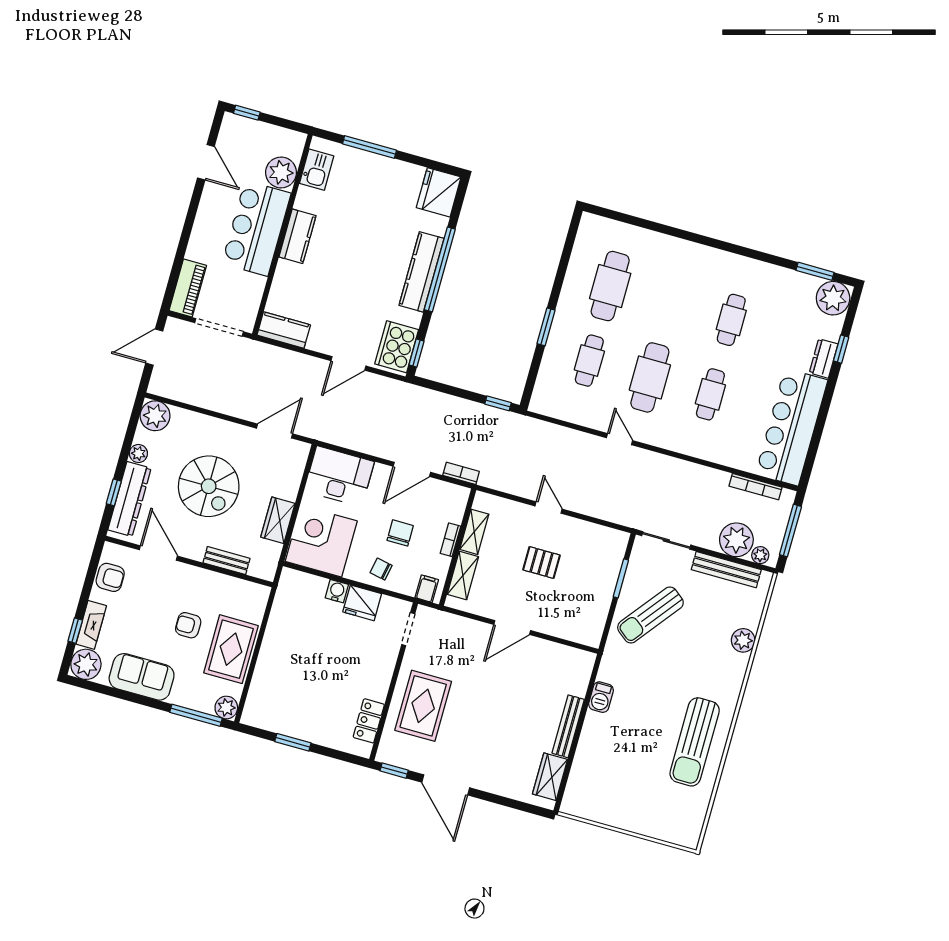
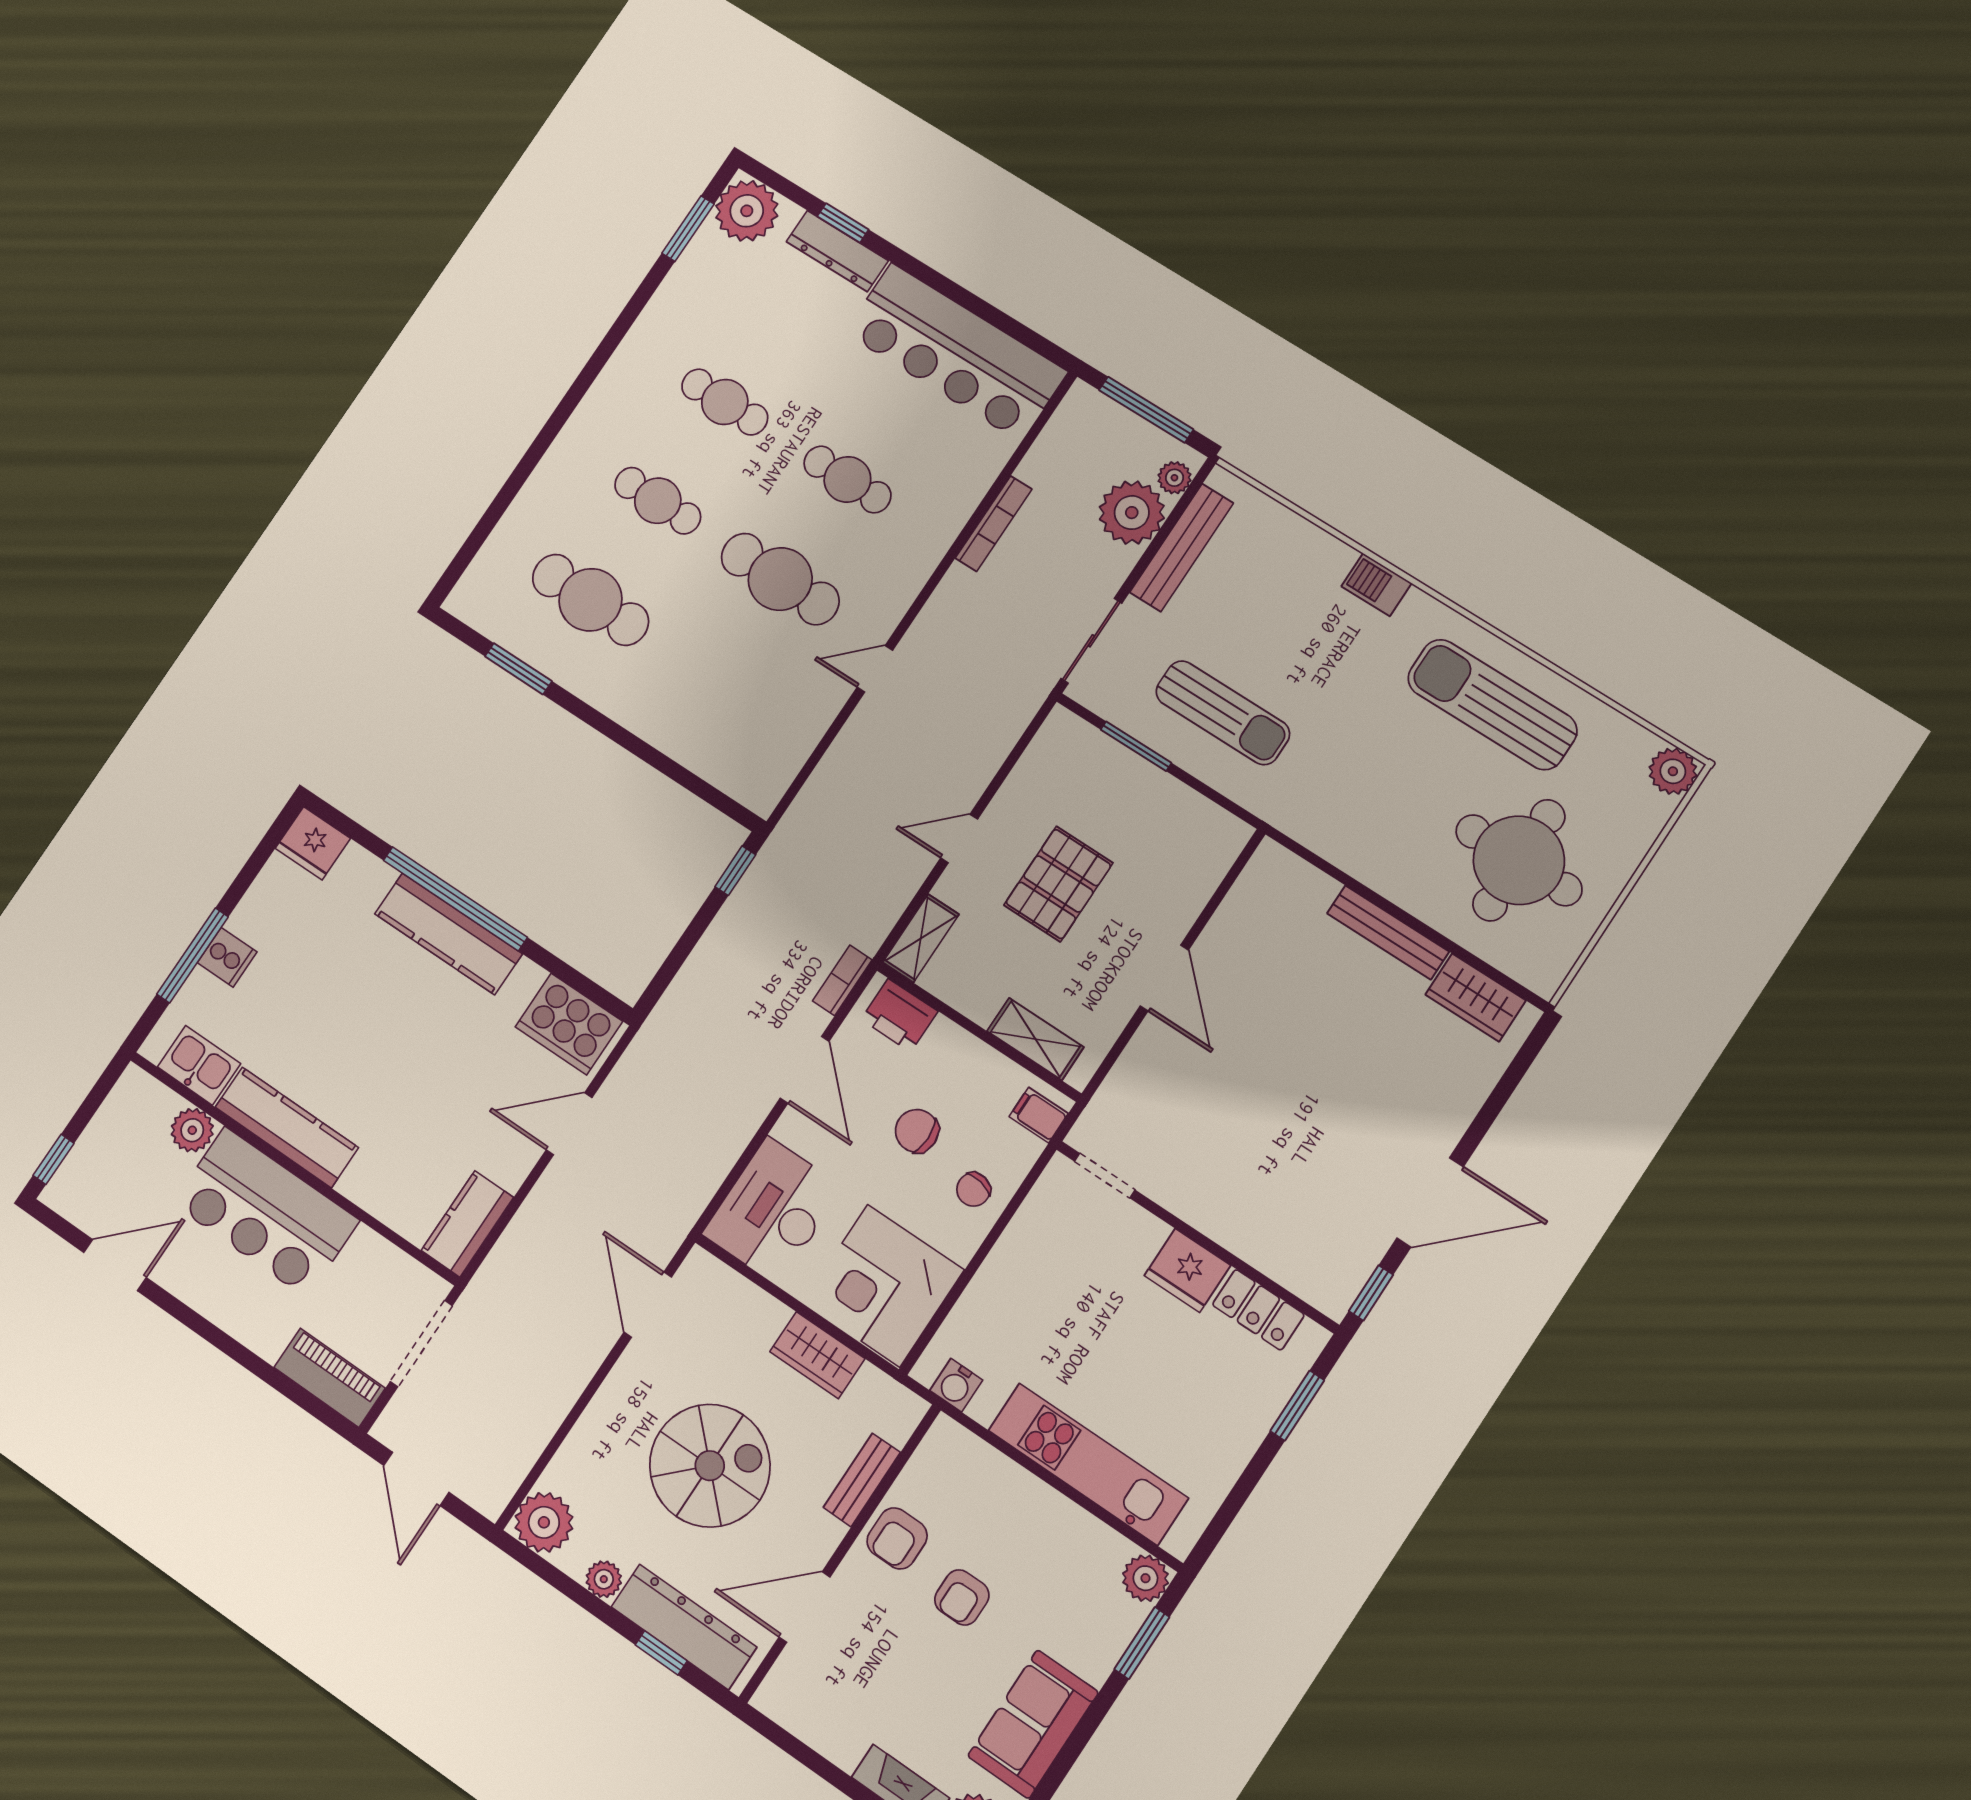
cooker: (374, 165) -> (227, 957), added
plant: (281, 172) -> (192, 1130), width x0.73, depth x0.73
fridge: (439, 192) -> (313, 843), width x0.73, depth x0.75
kitchen counter: (297, 236) -> (287, 1127), width x1.50
window: (546, 327) -> (518, 669), moved
window: (416, 353) -> (592, 991), removed
dresser: (824, 358) -> (837, 251), width x1.44
cafe table: (589, 361) -> (658, 501), moved
door: (348, 363) -> (569, 1124), swing flipped
bookcase: (756, 487) -> (994, 524), moved
printer: (453, 506) -> (899, 1015), added
shelving: (474, 532) -> (921, 938), moved, turned 90
bookcase: (450, 540) -> (960, 1041), removed
pallet: (542, 562) -> (1058, 884), width x1.50, depth x1.42
armchair: (110, 577) -> (897, 1538), moved, turned 180
water cooler: (337, 591) -> (956, 1385), moved, turned -90
fridge: (362, 603) -> (1187, 1270), moved, turned 90
sun lounger: (650, 615) -> (1223, 713), turned -38
plant: (743, 640) -> (1673, 771), moved
rug: (231, 649) -> (1035, 1530), removed
kitchen unit: (270, 664) -> (1088, 1464), added
barbecue: (601, 697) -> (1376, 585), moved, turned 180
rug: (423, 706) -> (1262, 1195), removed
window: (196, 715) -> (1142, 1643), width x0.69
window: (293, 742) -> (1297, 1406), moved
sun lounger: (695, 742) -> (1492, 704), turned 180
round table: (623, 777) -> (1519, 860), added

